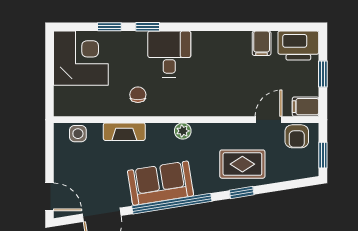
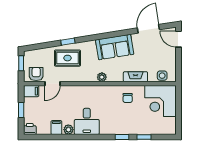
plant: (241, 40) -> (68, 130), added
printer: (298, 46) -> (30, 129), width x0.53, depth x0.68
desk: (169, 54) -> (87, 121), moved
corner desk: (81, 58) -> (160, 101), moved
window: (172, 204) -> (108, 35), removed

